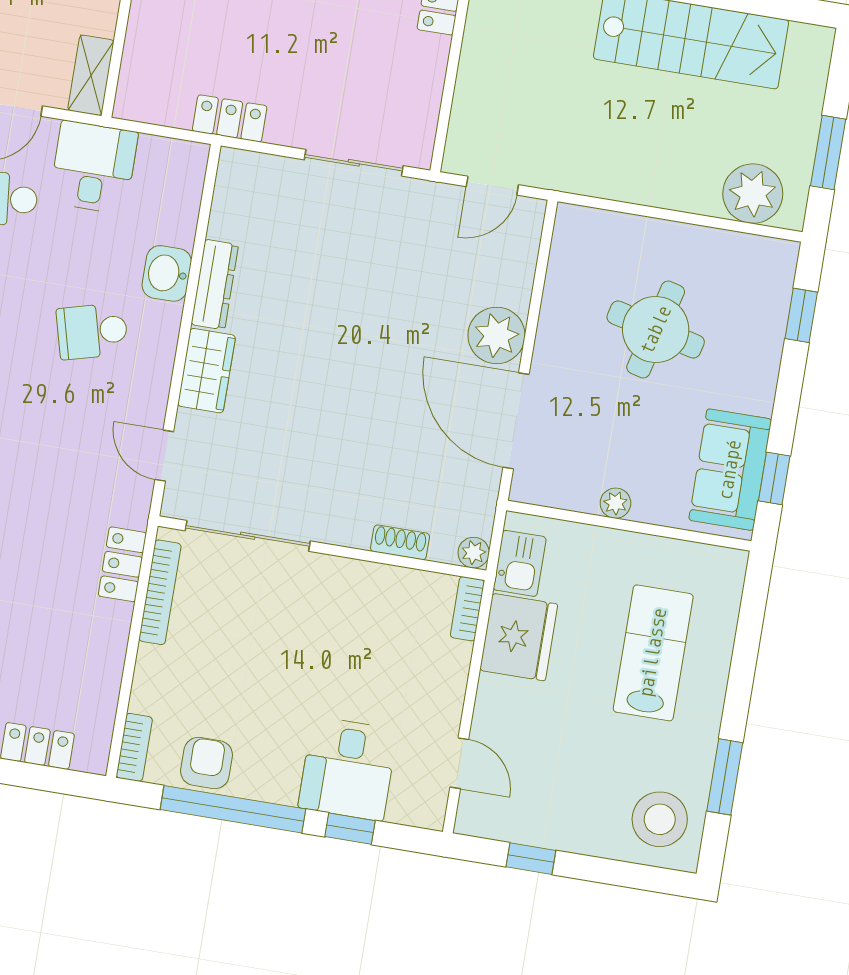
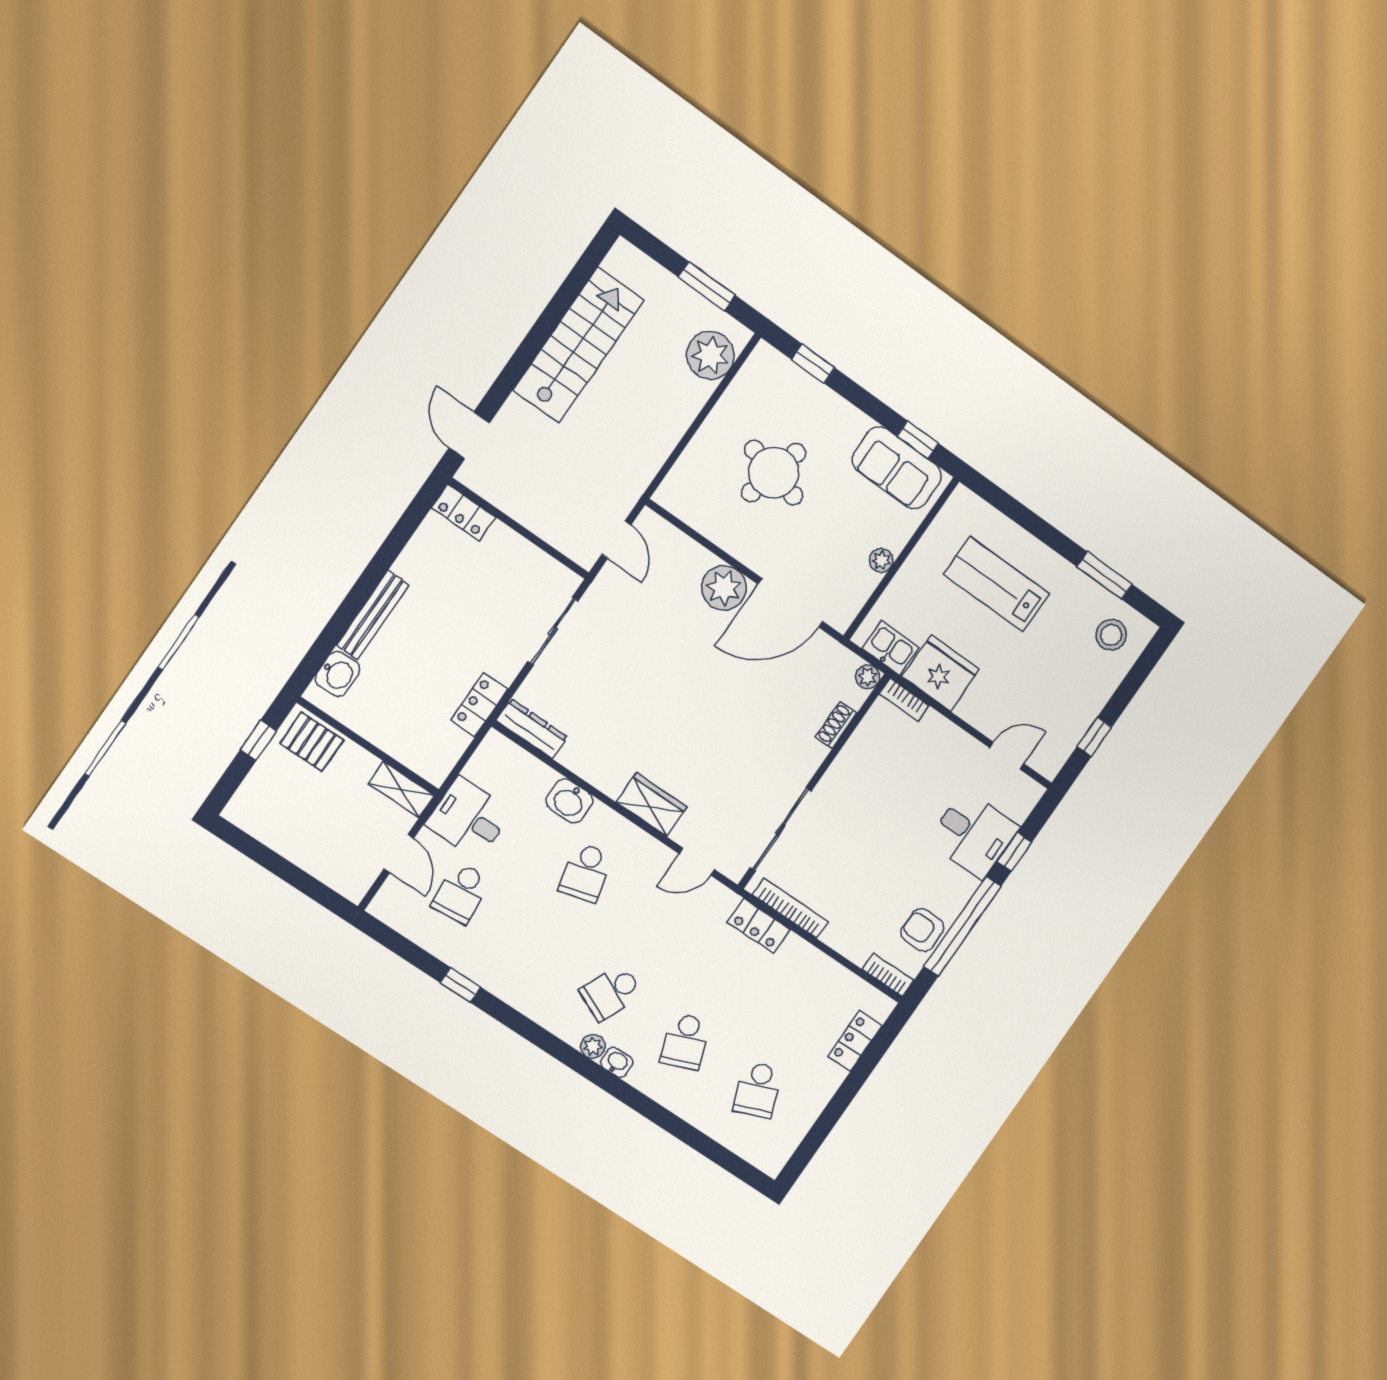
dresser: (215, 285) -> (532, 729), moved
stool: (660, 819) -> (1111, 635), width x0.73, depth x0.73

